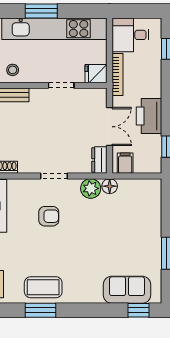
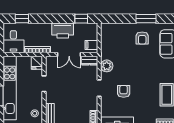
double door: (110, 127) -> (69, 54), swing flipped
floor lamp: (110, 186) -> (105, 54), removed
armchair: (137, 247) -> (142, 38), added

